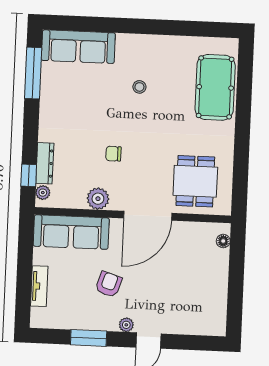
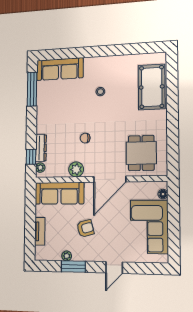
armchair: (109, 284) -> (85, 228), turned 57
corner sofa: (202, 286) -> (149, 227), added
plant: (126, 325) -> (67, 256), moved

